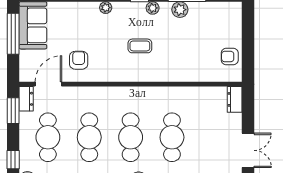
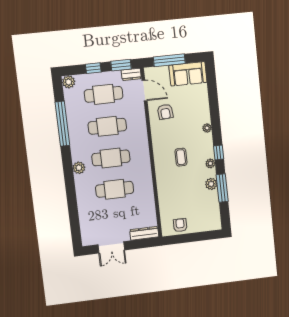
window: (13, 34) -> (169, 60), moved
armchair: (79, 60) -> (165, 112), turned 85
dresser: (235, 99) -> (144, 233), width x1.44
window: (13, 160) -> (93, 68), moved

